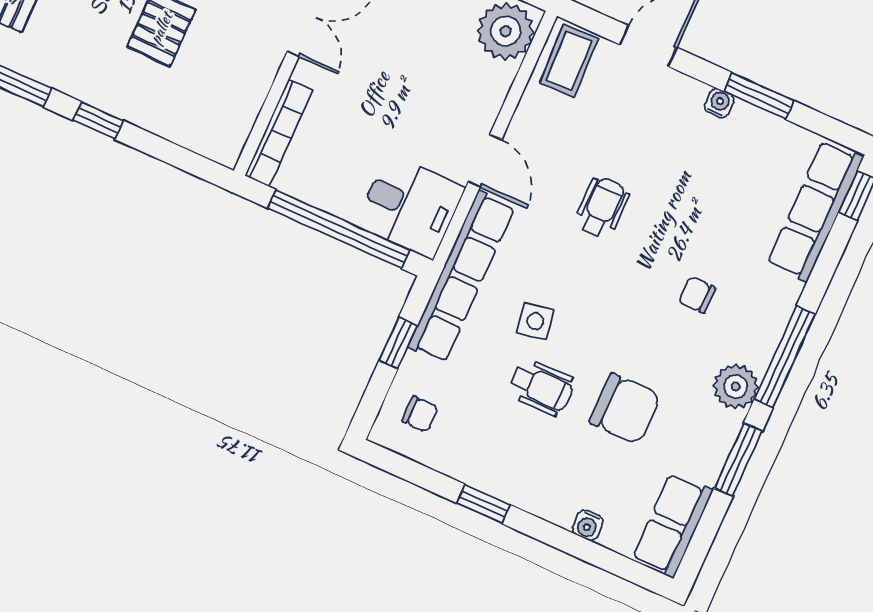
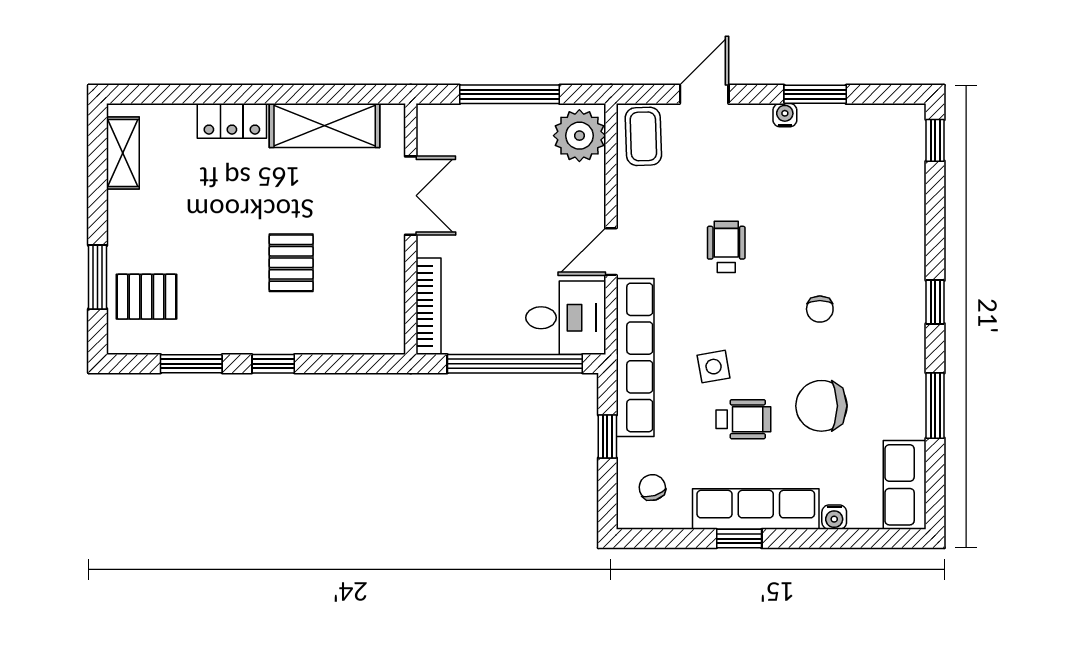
door: (485, 161) -> (611, 252), swing flipped
row of seats: (815, 211) -> (756, 509), moved, turned 90
chair: (697, 295) -> (820, 309), moved, turned -90
window: (785, 357) -> (935, 302), width x0.46
plant: (736, 387) -> (905, 346), removed
chair: (625, 409) -> (821, 406), turned 180
chair: (420, 414) -> (652, 487), turned -107

